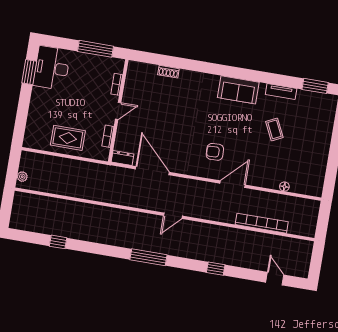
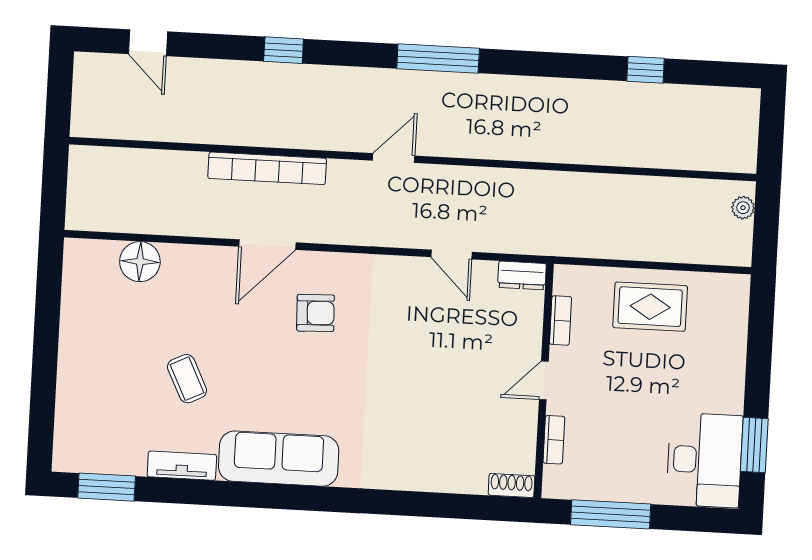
shoe rack: (168, 72) -> (512, 485), moved
sofa: (238, 90) -> (279, 459), width x1.36
door: (152, 171) -> (452, 255), width x0.53
floor lamp: (284, 187) -> (140, 262), width x1.89, depth x1.89
bookcase: (262, 223) -> (267, 168), moved

